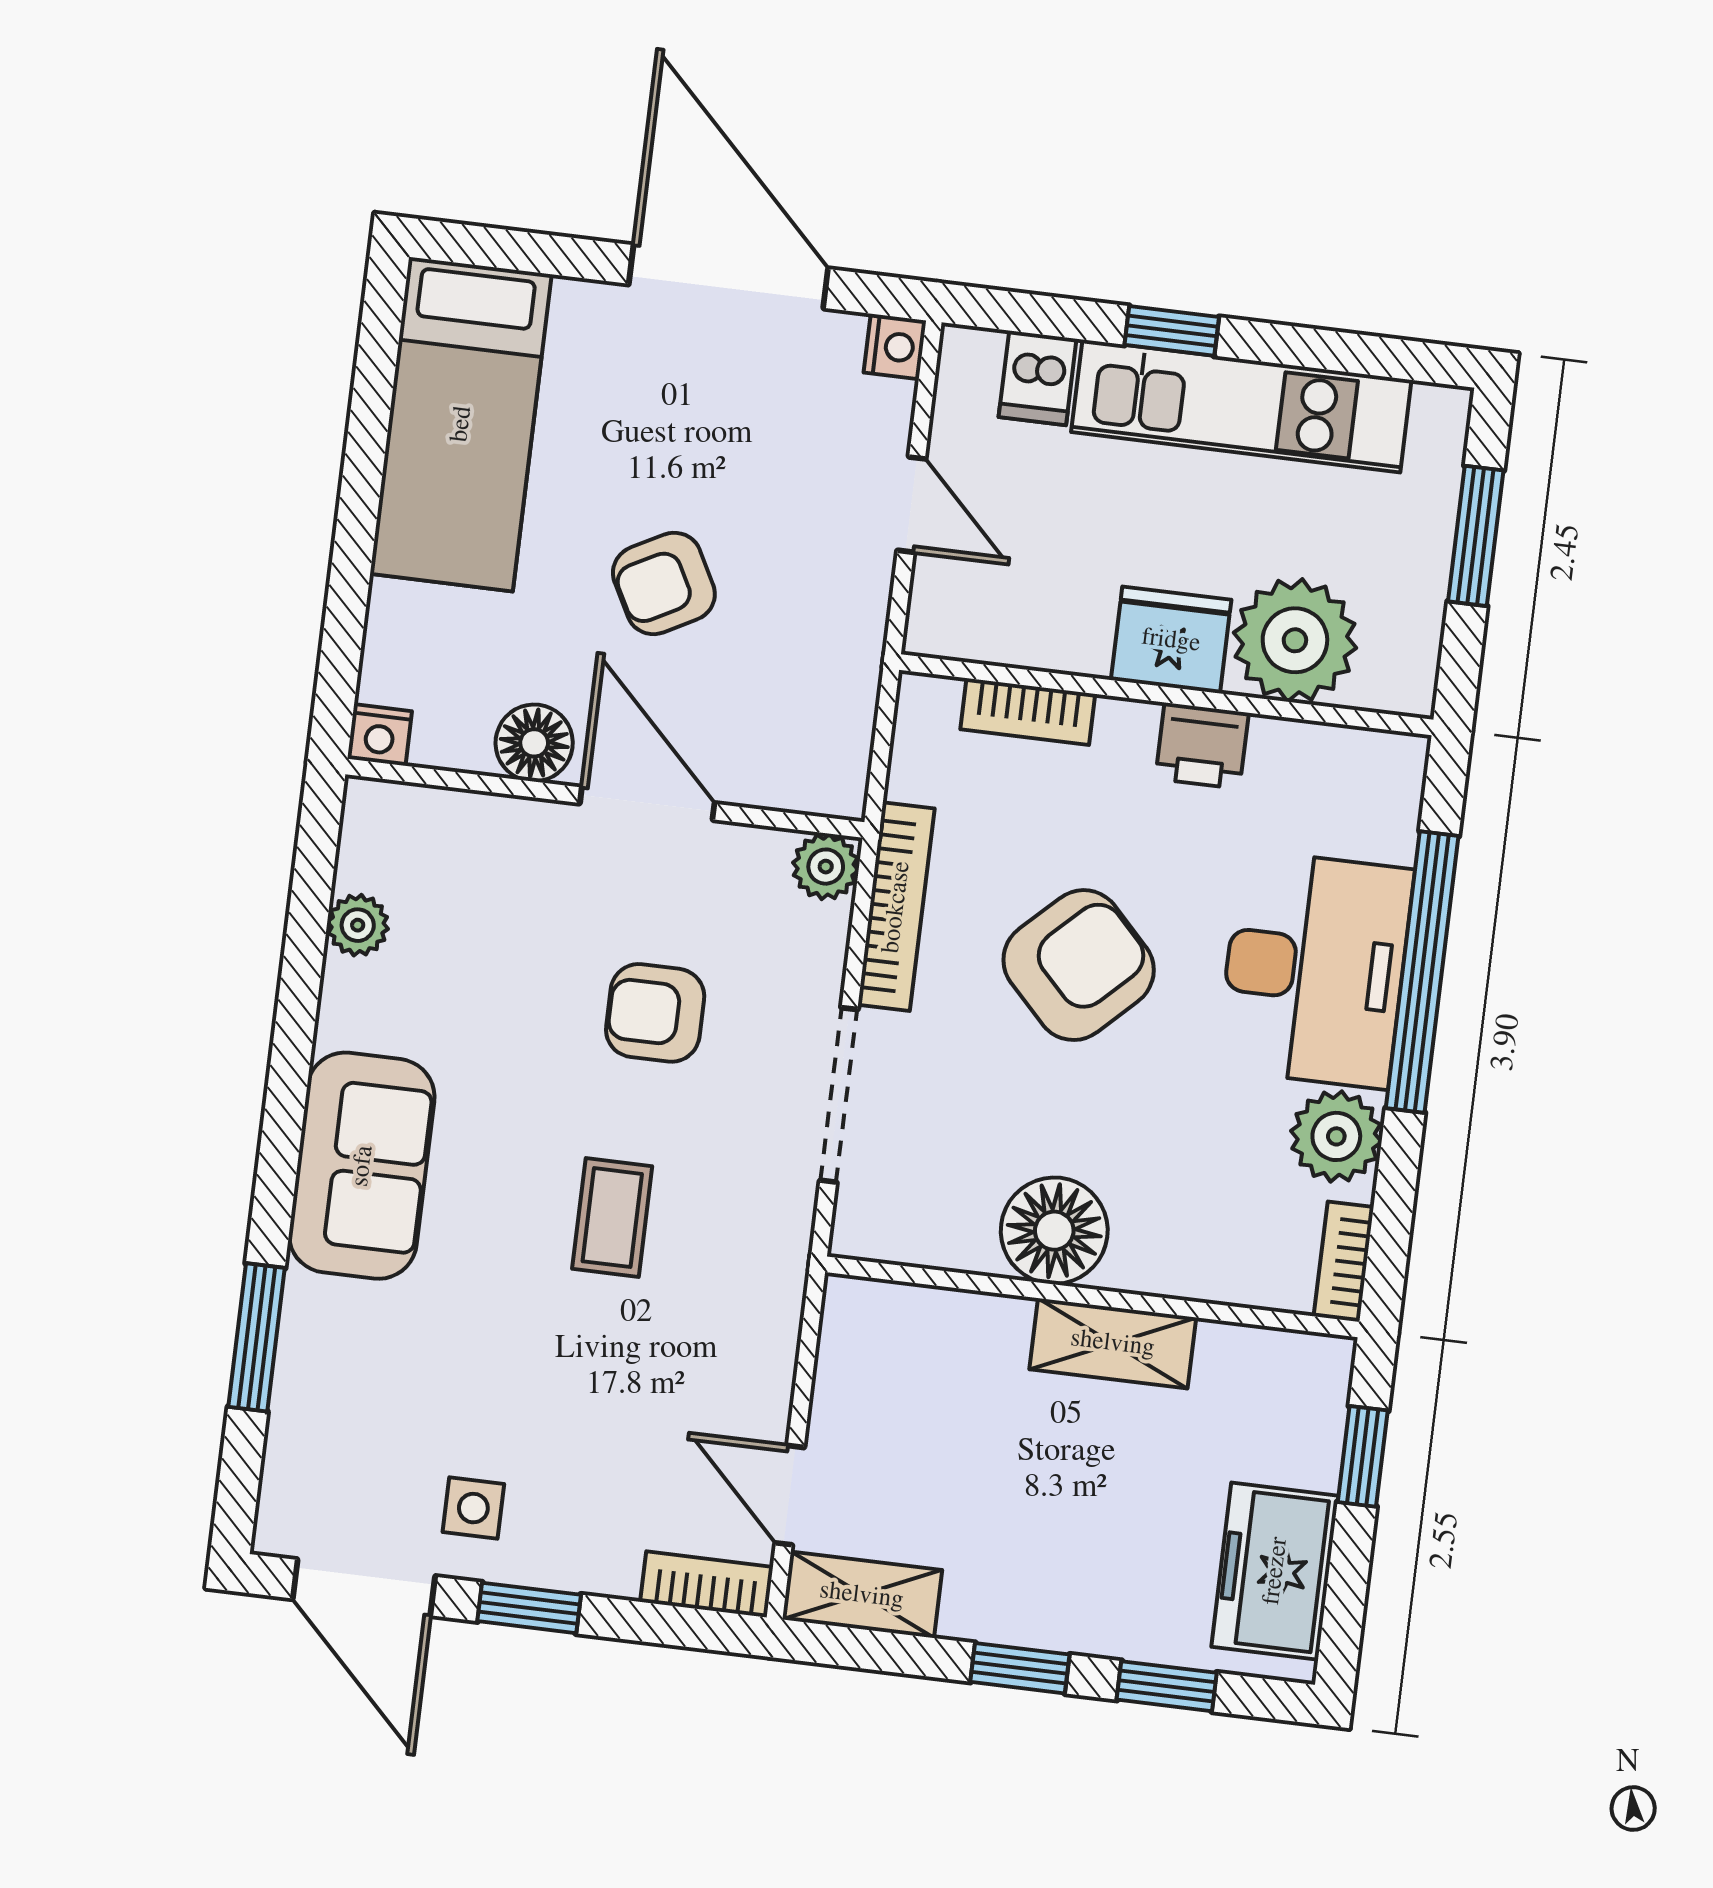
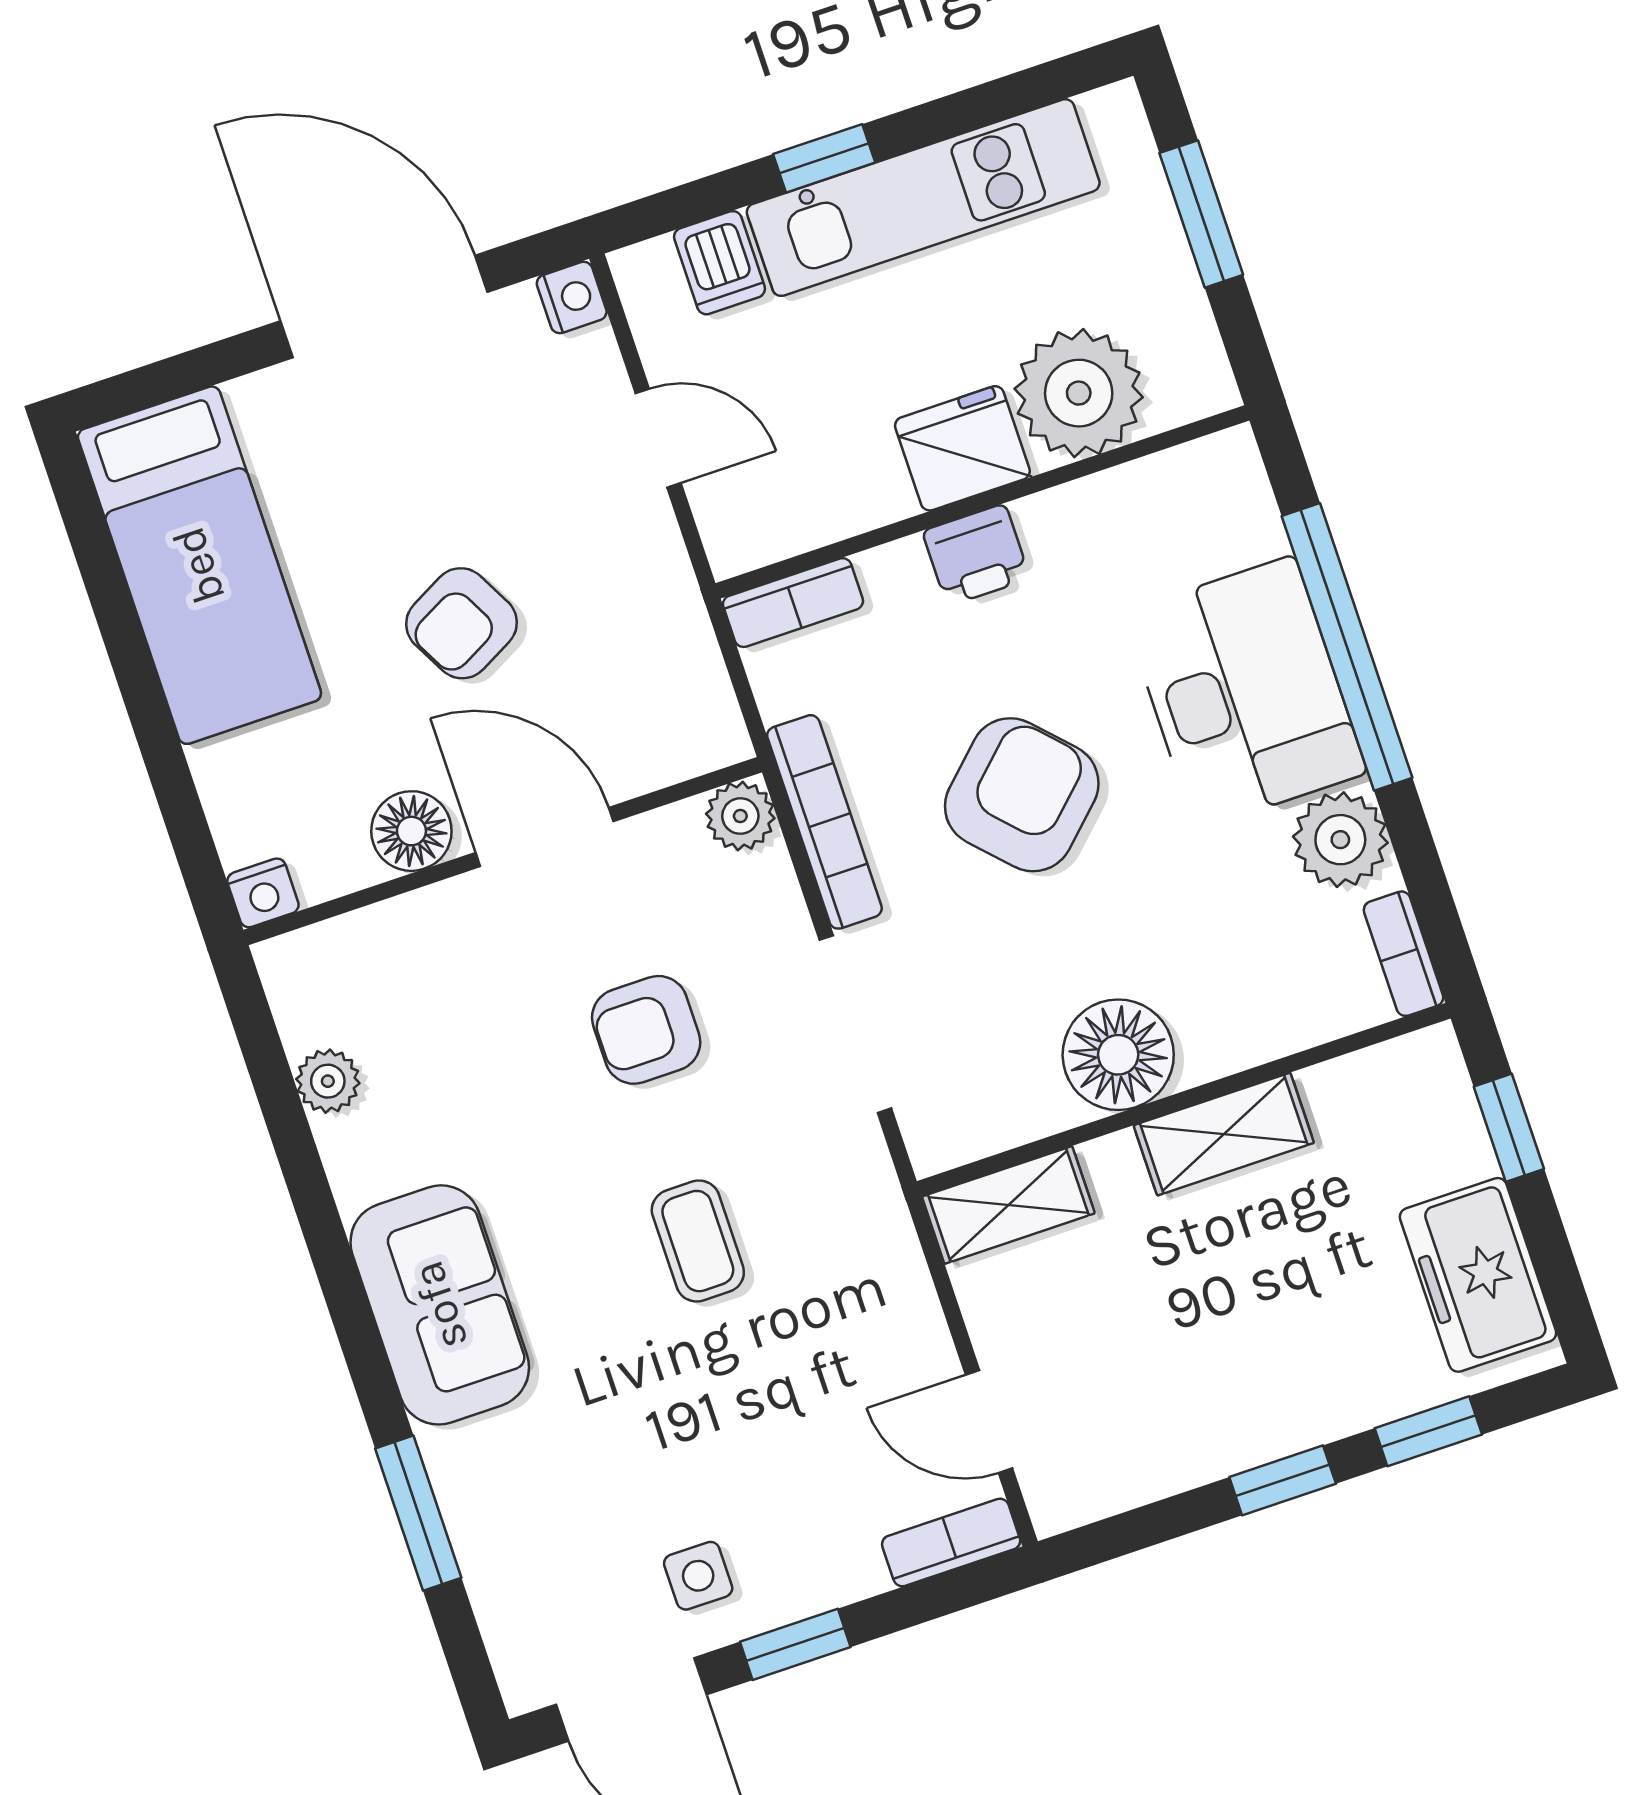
bookcase: (1028, 712) -> (793, 603), moved
printer: (1202, 746) -> (976, 555), moved
shelving: (862, 1595) -> (1008, 1205), moved

